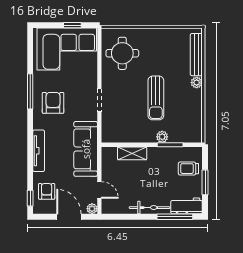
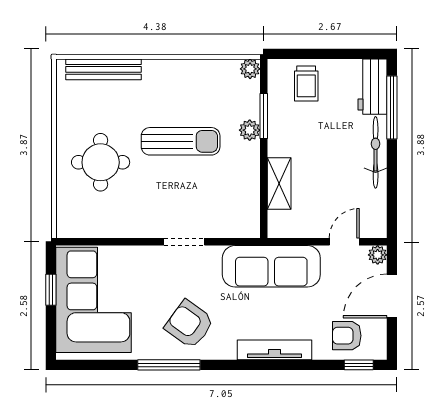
round table: (122, 53) -> (101, 162), moved
plant: (197, 83) -> (250, 69), moved
armchair: (53, 103) -> (189, 324), turned 36
window: (205, 182) -> (331, 54), removed

